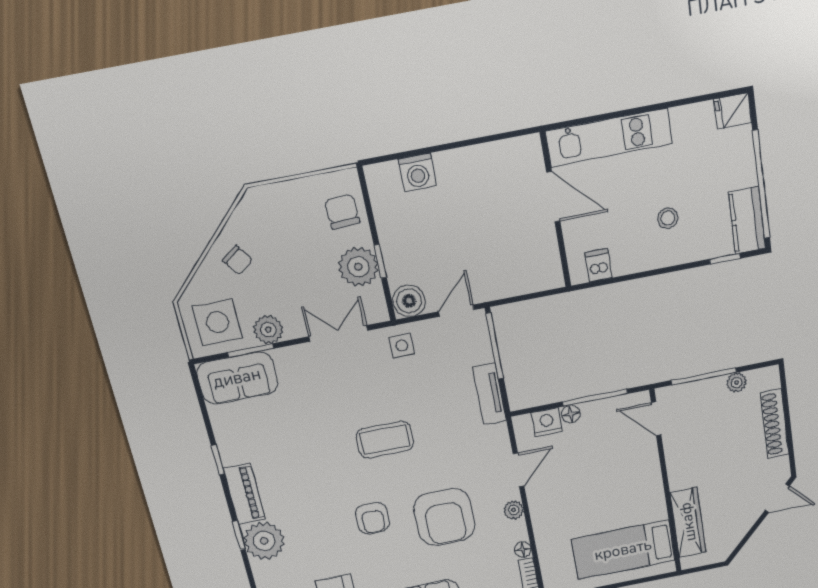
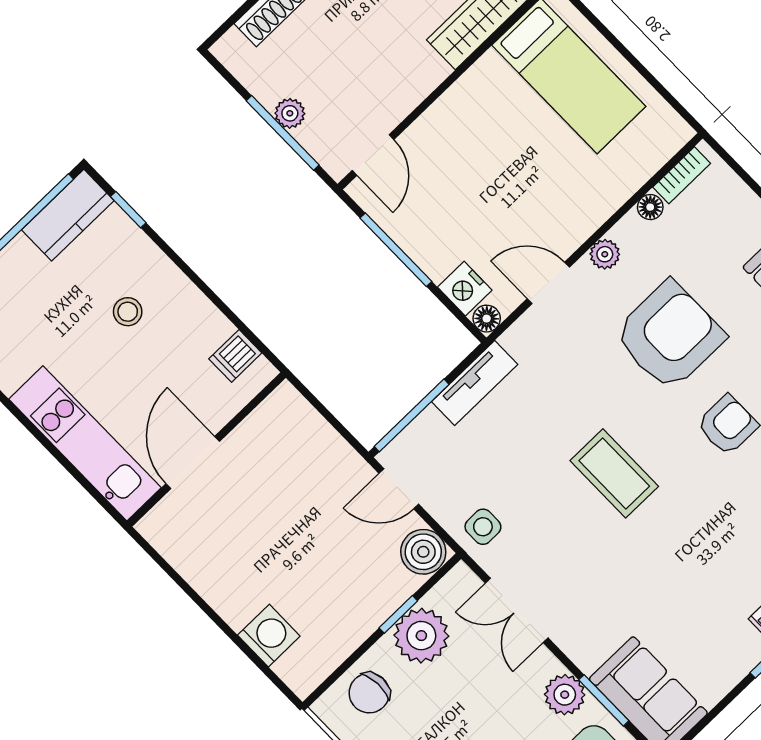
plant: (737, 382) -> (290, 113), moved
floor lamp: (571, 414) -> (487, 319), moved

